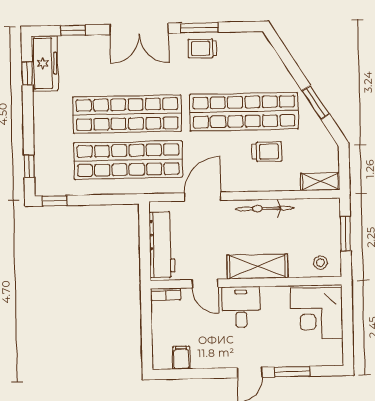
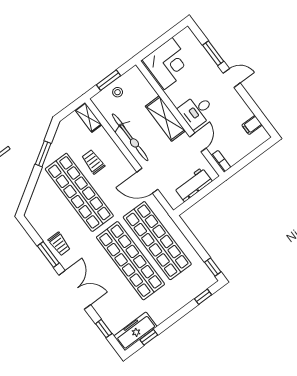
bicycle: (265, 209) -> (130, 137), width x1.37, depth x1.40
workbench: (162, 245) -> (193, 185), width x0.73
stool: (320, 263) -> (118, 92), moved

